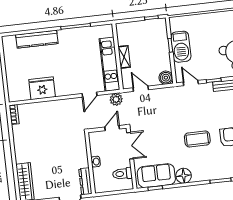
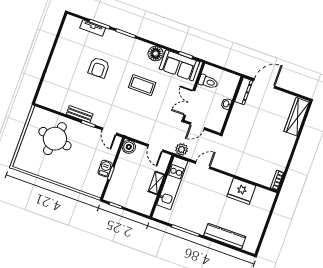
barbecue: (181, 47) -> (105, 168), width x0.53, depth x0.65
coffee table: (197, 139) -> (142, 85), moved

